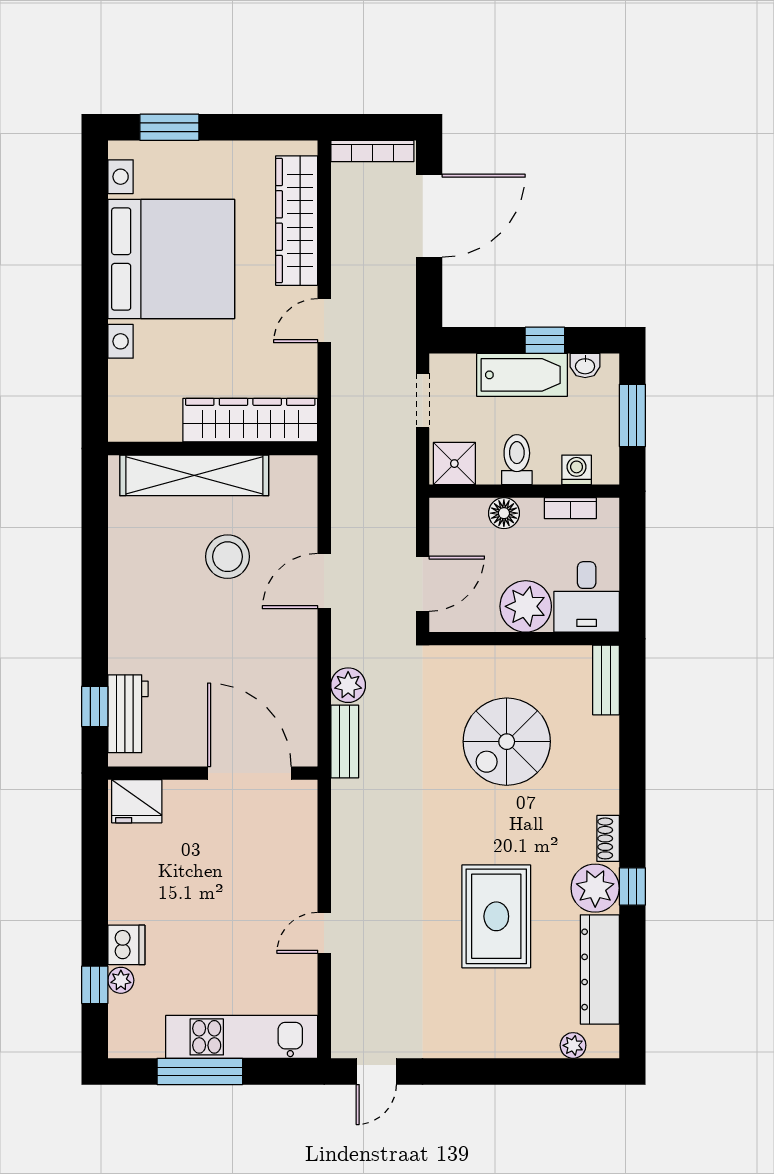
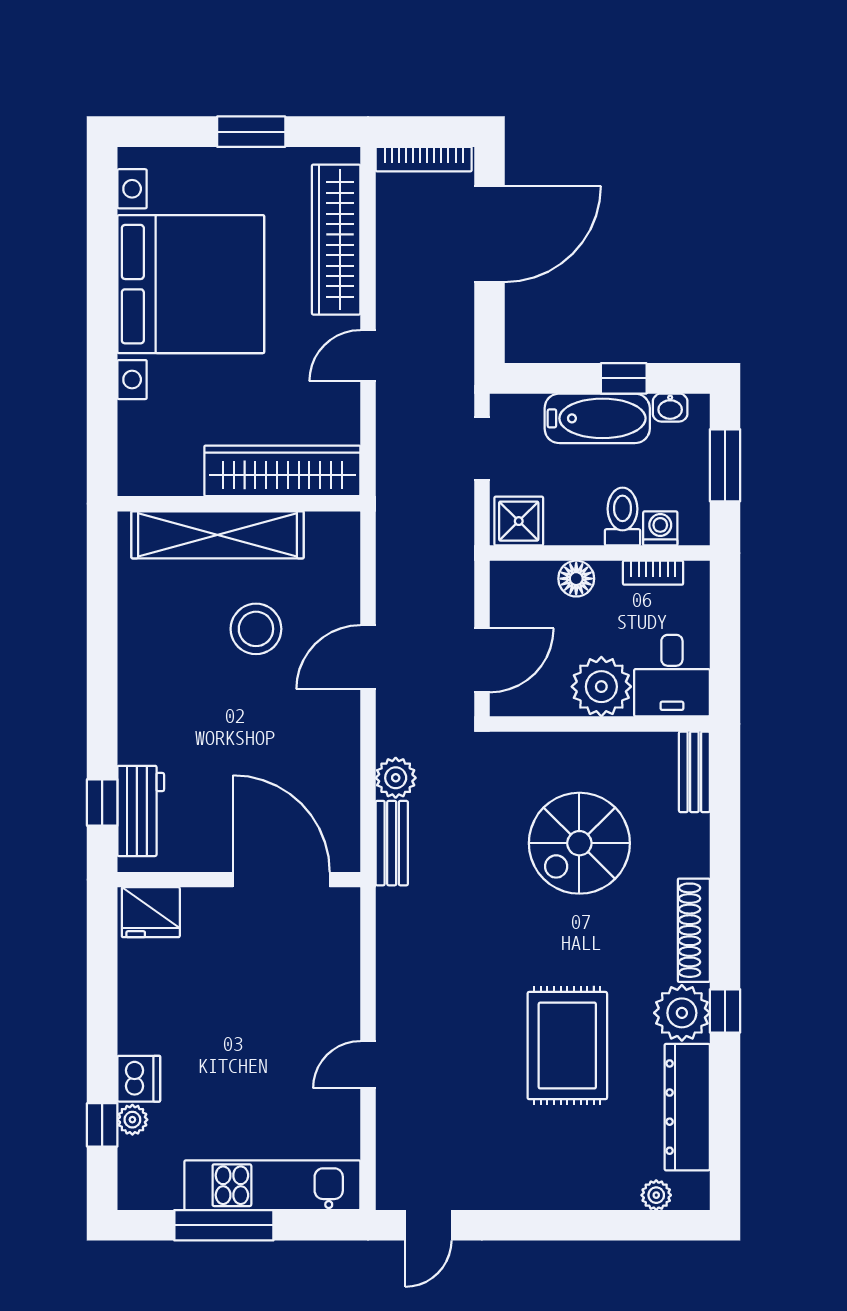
window: (169, 127) -> (251, 132), moved
toilet: (517, 460) -> (623, 516), moved
shoe rack: (608, 838) -> (694, 930), width x1.94, depth x1.24

